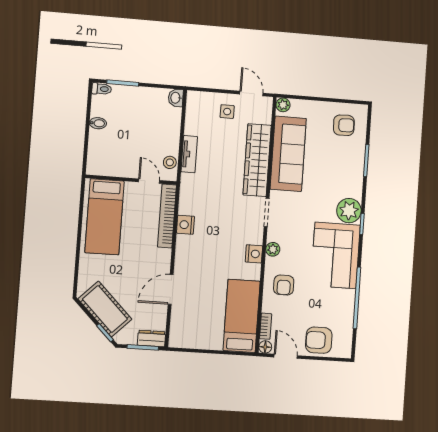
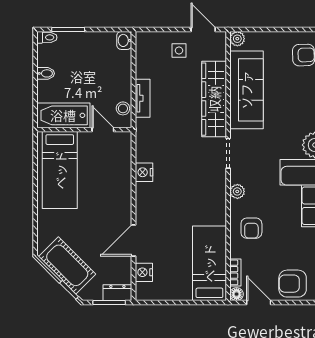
bathtub: (112, 165) -> (63, 115), added
bookcase: (167, 216) -> (124, 165), removed
nightstand: (254, 254) -> (144, 272), moved, turned 180

